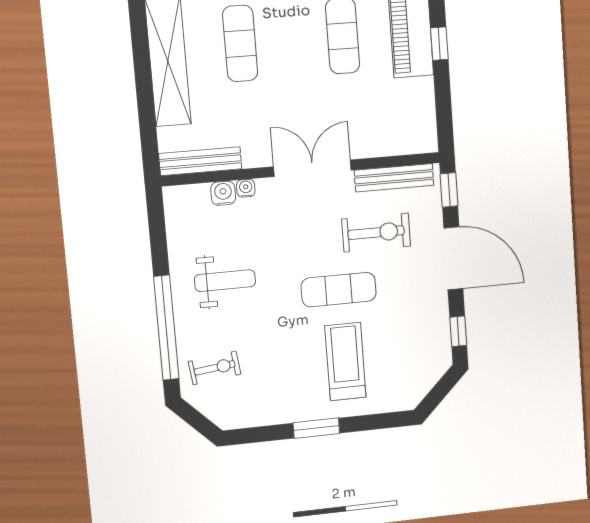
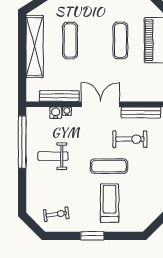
bench: (200, 161) -> (59, 96), moved
weight bench: (225, 281) -> (53, 156), turned 180
window: (166, 328) -> (22, 142), moved
exercise bike: (215, 368) -> (56, 214), moved

